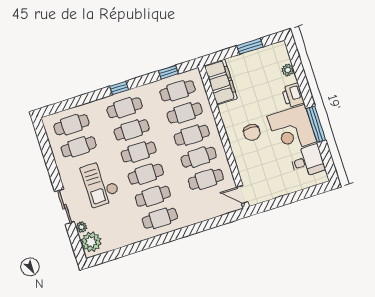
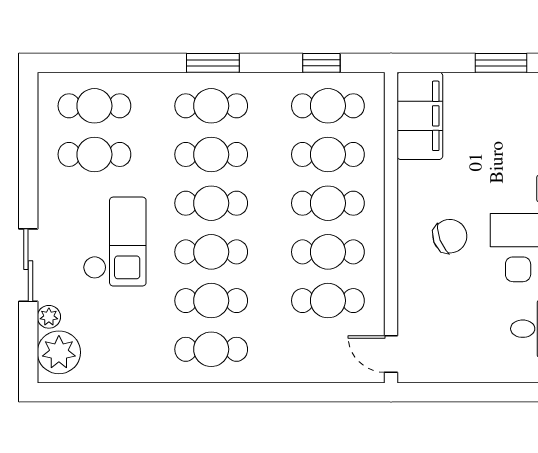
window: (119, 88) -> (213, 63), width x1.50
chair: (252, 132) -> (450, 236), turned -111
checkout: (100, 183) -> (115, 242), turned 180

